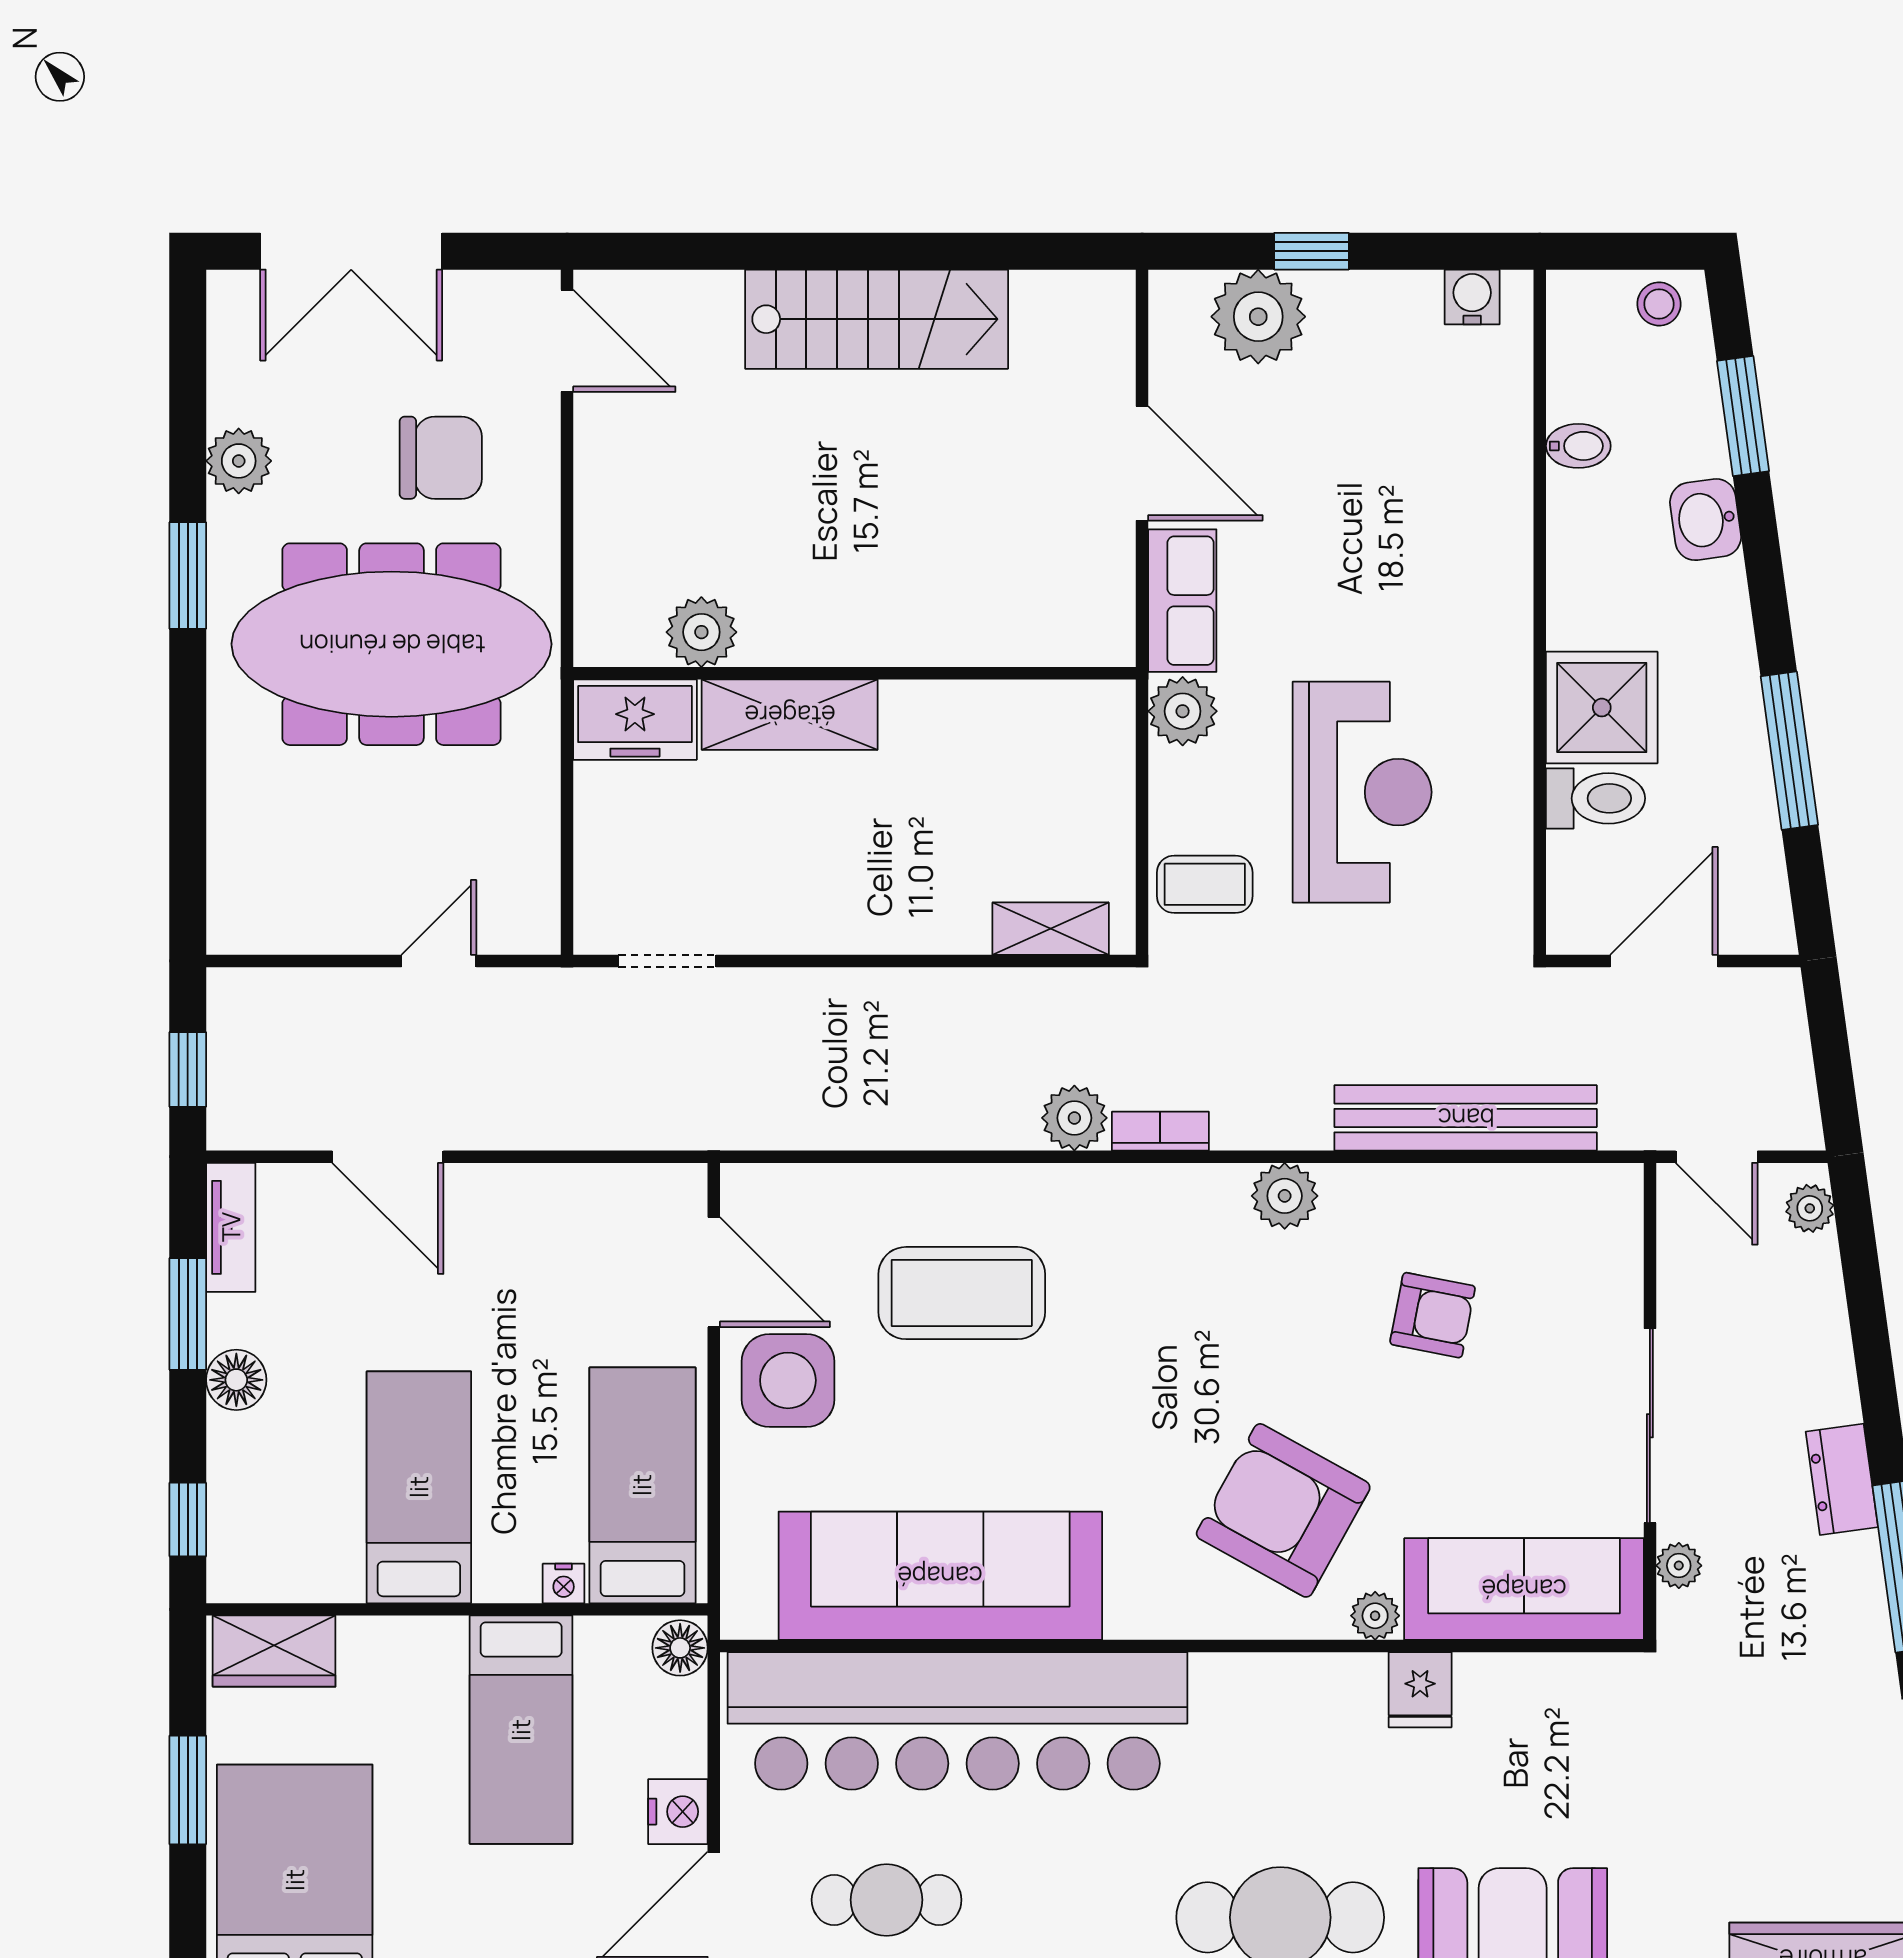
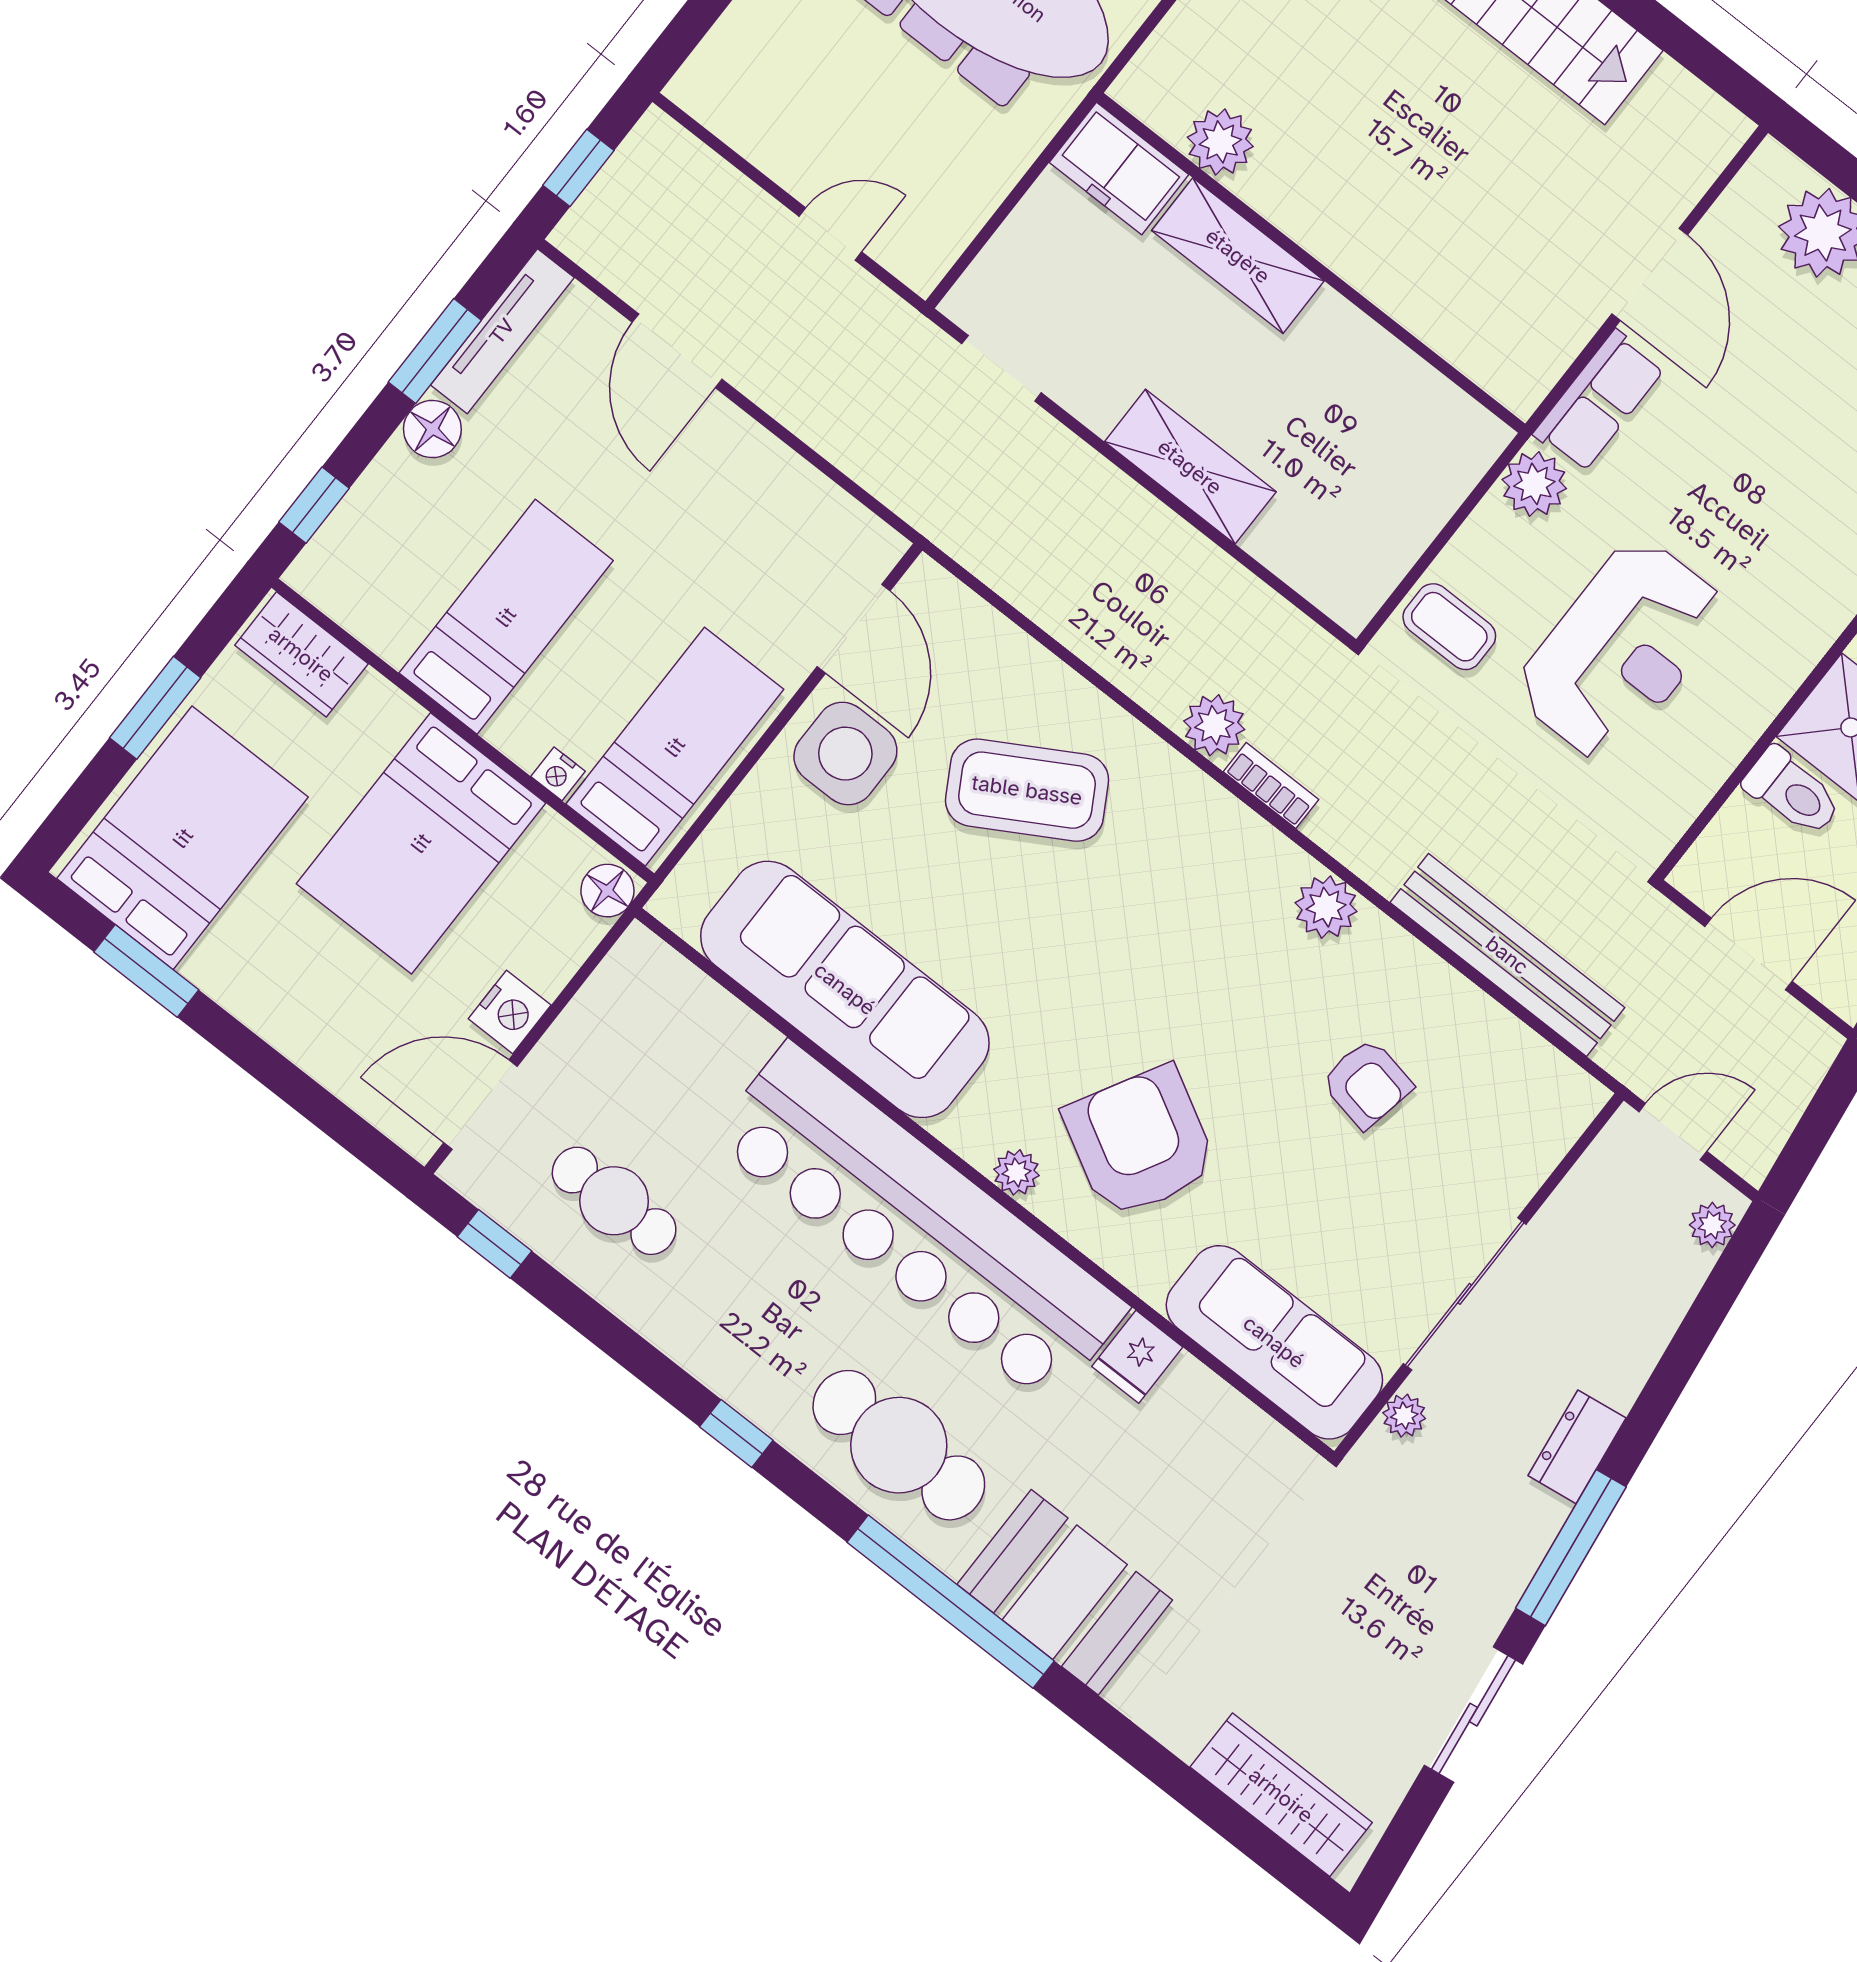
shelving: (1051, 929) -> (1190, 467), moved, width x1.50, depth x1.33
door: (1717, 1157) -> (1673, 1131), swing flipped
tv unit: (231, 1227) -> (502, 331), width x1.41
coffee table: (962, 1293) -> (1027, 790), turned -30
plant: (1375, 1616) -> (1017, 1172), moved
bar counter: (957, 1721) -> (920, 1224), moved
bed: (521, 1730) -> (421, 843), width x1.50

